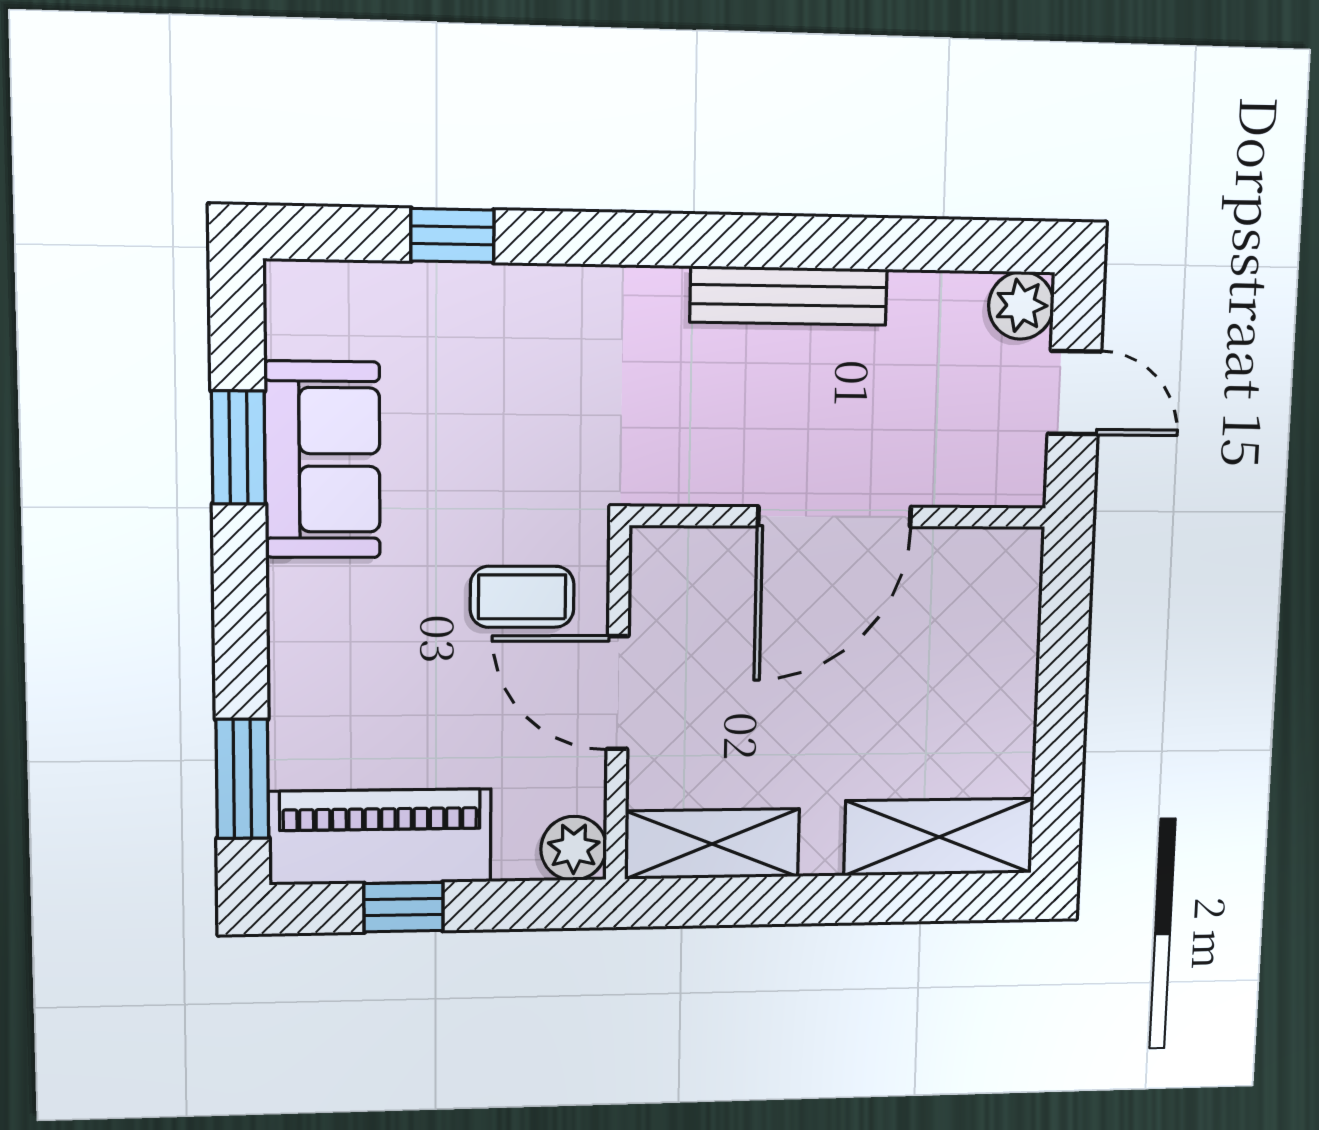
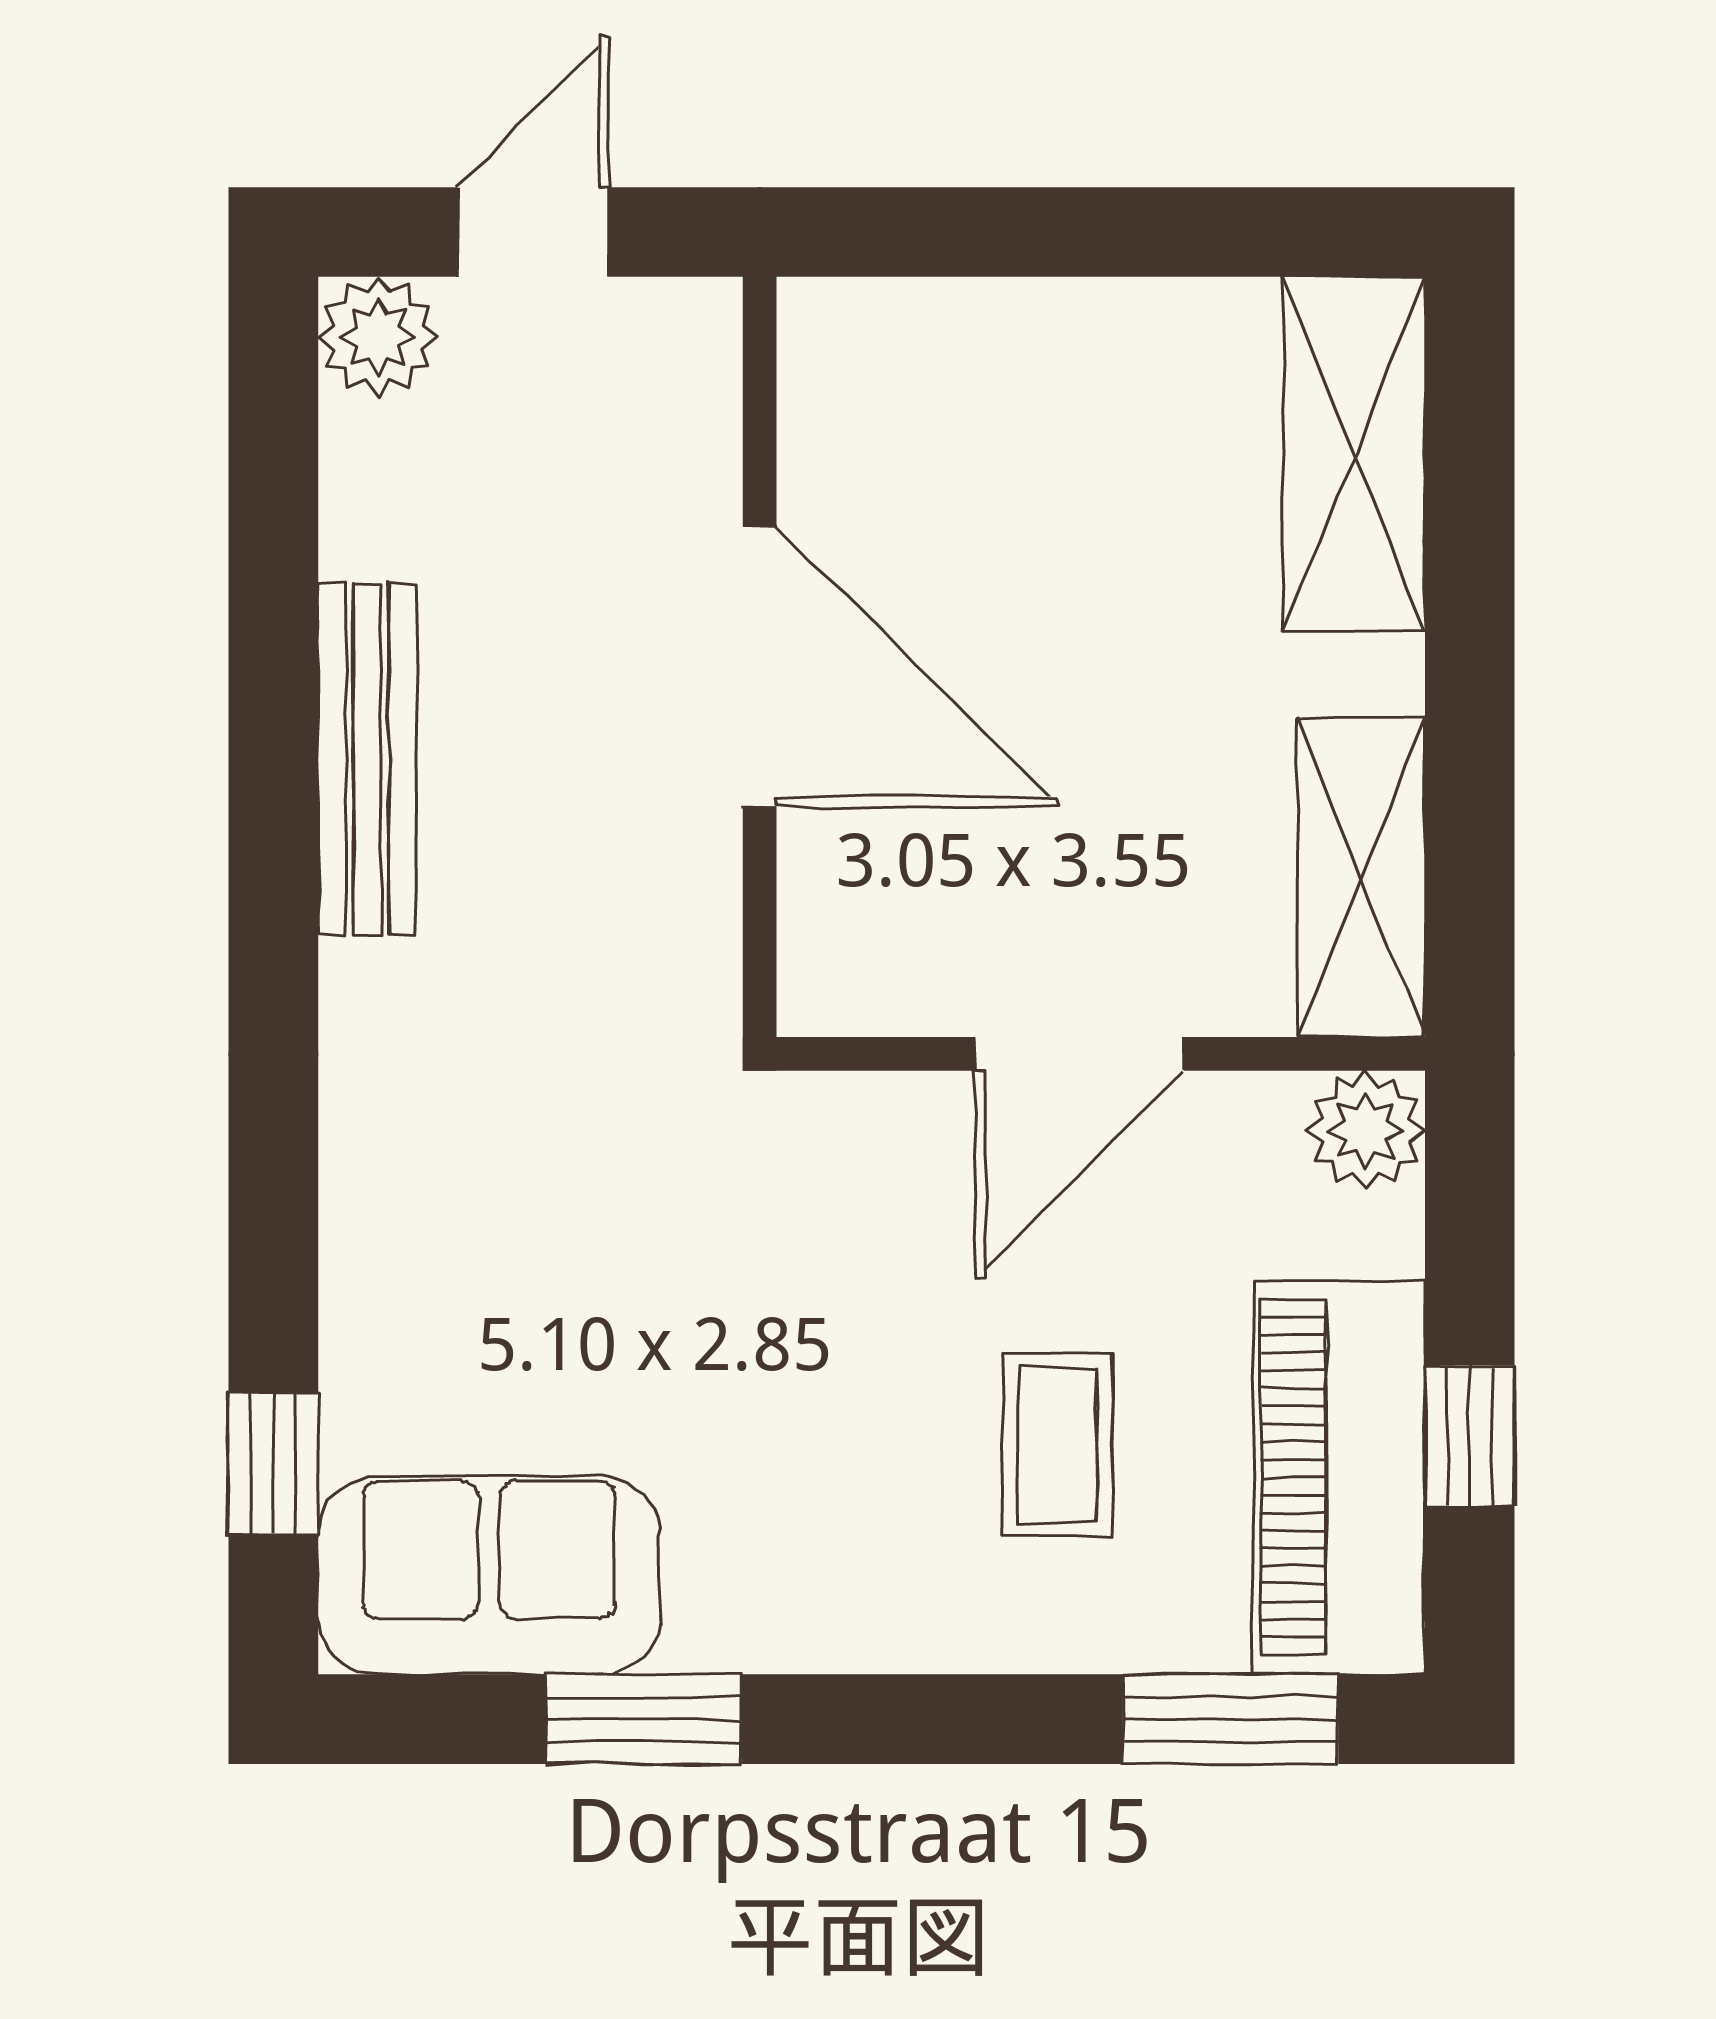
window: (452, 235) -> (273, 1463), moved
sofa: (322, 460) -> (489, 1576), moved
coffee table: (522, 597) -> (1058, 1445), moved

